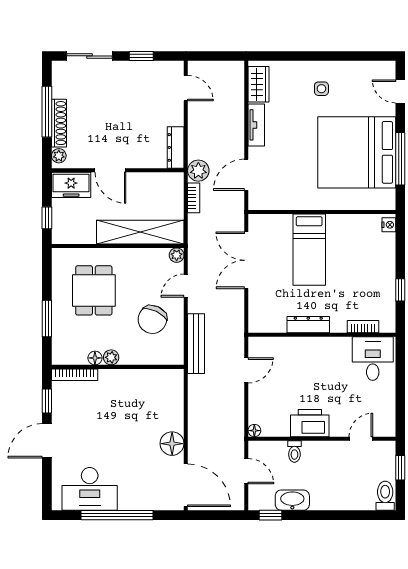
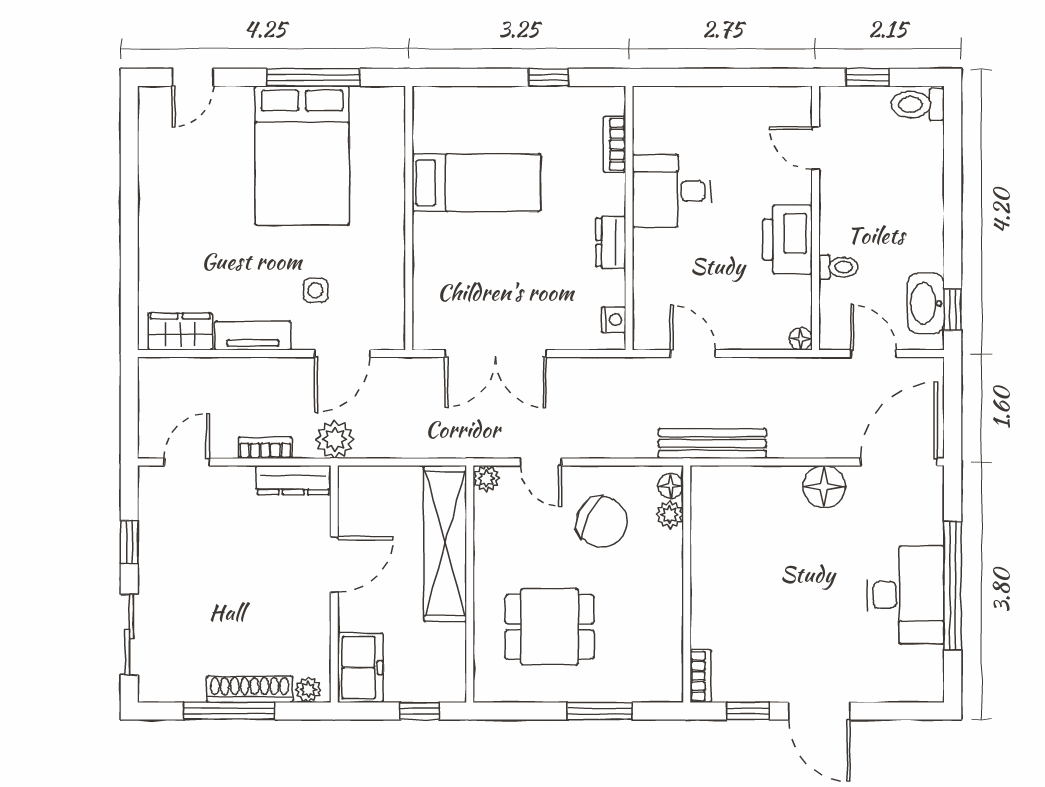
side table: (321, 89) -> (315, 290), moved
bed: (357, 152) -> (302, 156), width x0.73
door: (110, 170) -> (334, 564), moved
door: (246, 175) -> (342, 354), hinge flipped
bookcase: (194, 198) -> (265, 448), moved
nightstand: (389, 225) -> (614, 320), moved, turned 90
bed: (309, 250) -> (476, 183), moved
dresser: (308, 325) -> (611, 242), width x0.70
bench: (196, 344) -> (712, 443), moved
plant: (111, 357) -> (670, 515), moved
floor lamp: (95, 358) -> (671, 486), moved
desk: (373, 359) -> (672, 191), moved
bookcase: (75, 375) -> (701, 676), width x0.64
door: (246, 471) -> (874, 354), hinge flipped
desk: (90, 489) -> (906, 595), moved
washbasin: (292, 500) -> (926, 303), moved

